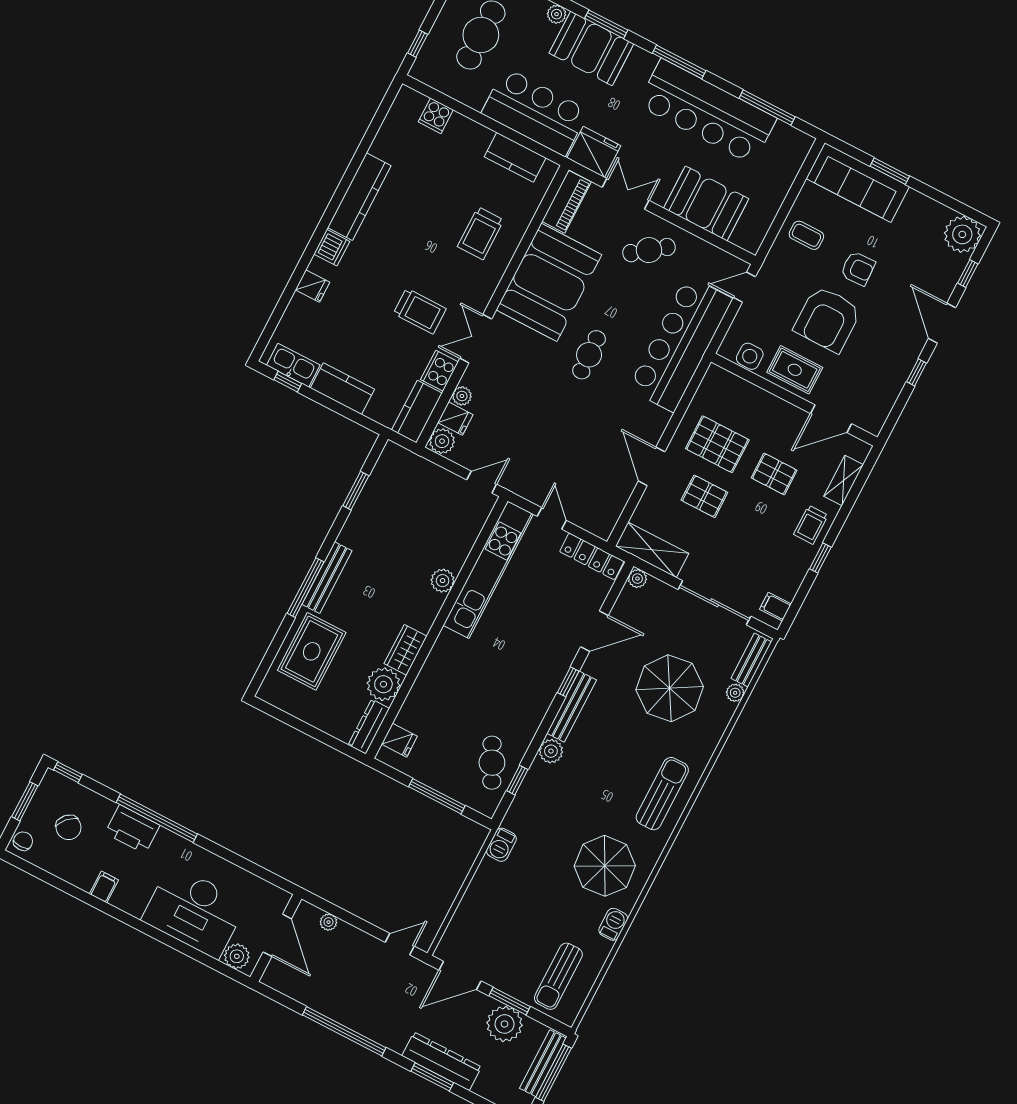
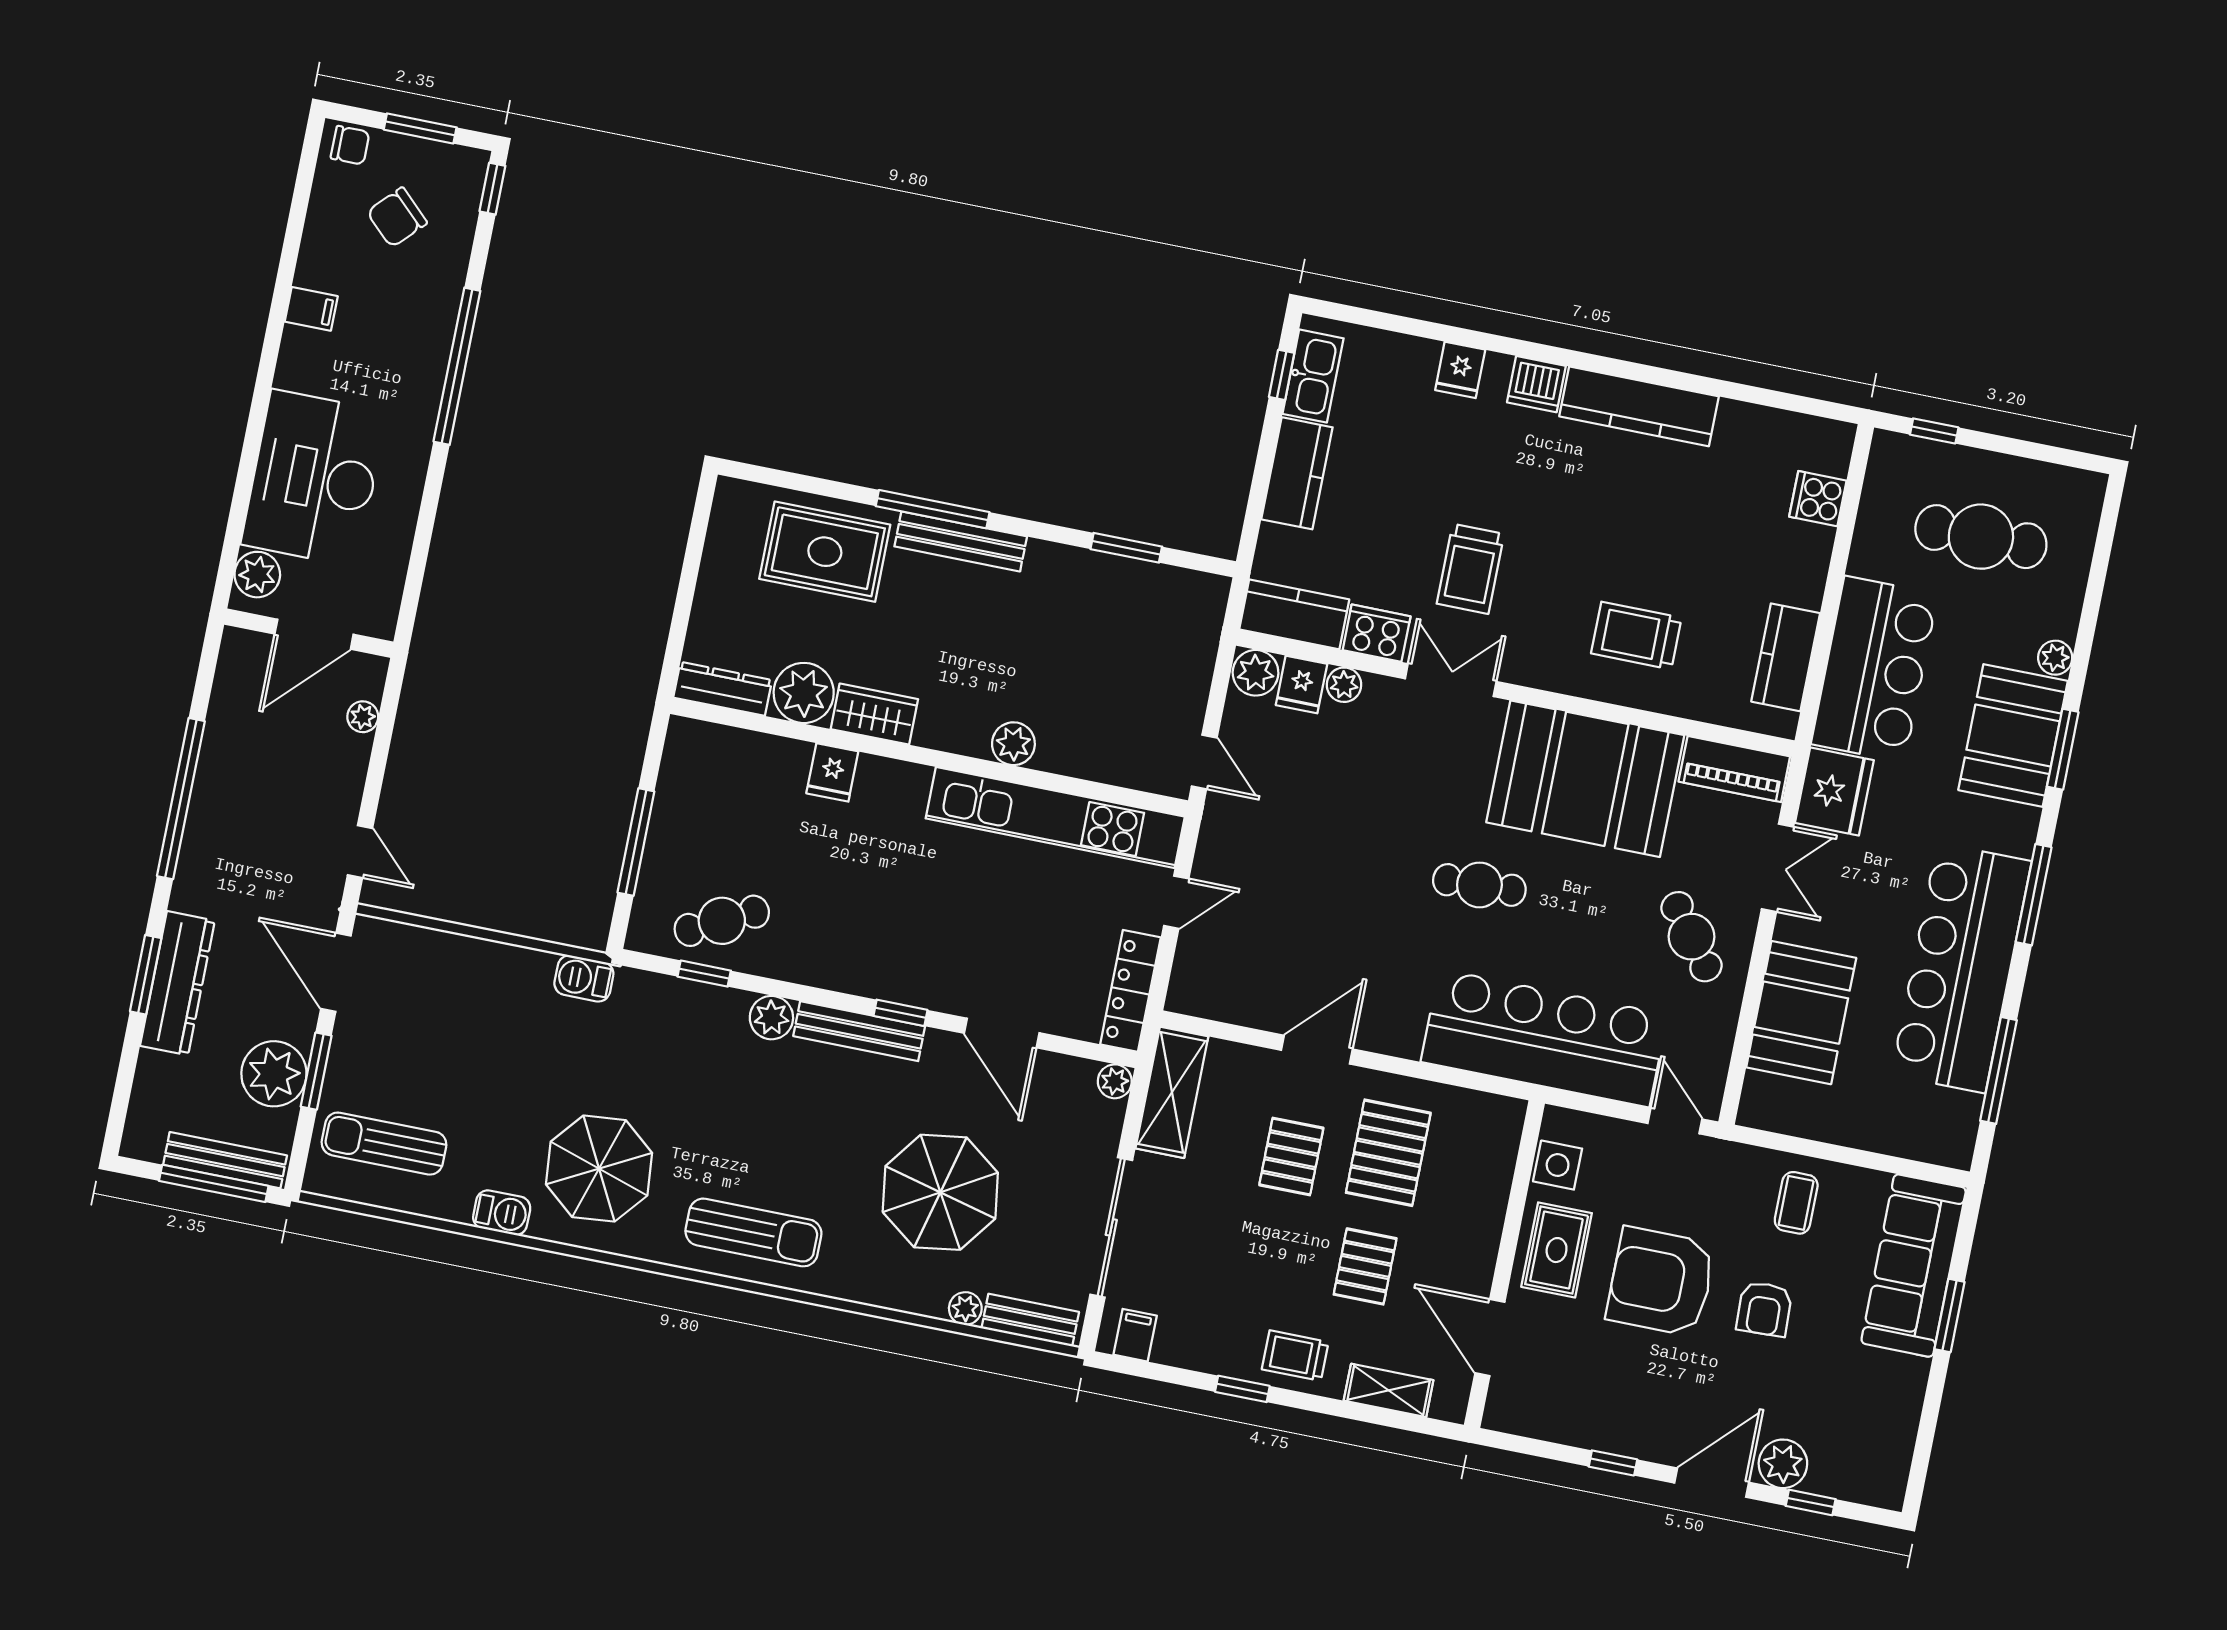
plant: (962, 234) -> (1783, 1464), moved, width x0.73, depth x0.73
fridge: (399, 740) -> (832, 772), moved
printer: (132, 829) -> (426, 329), removed

